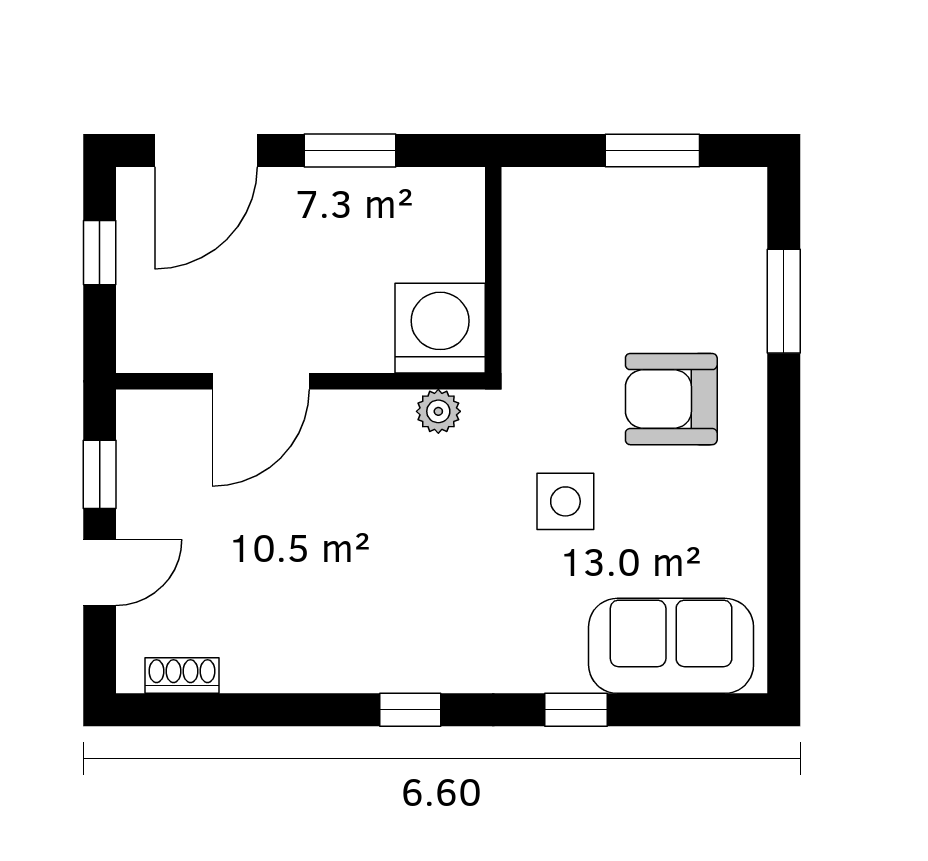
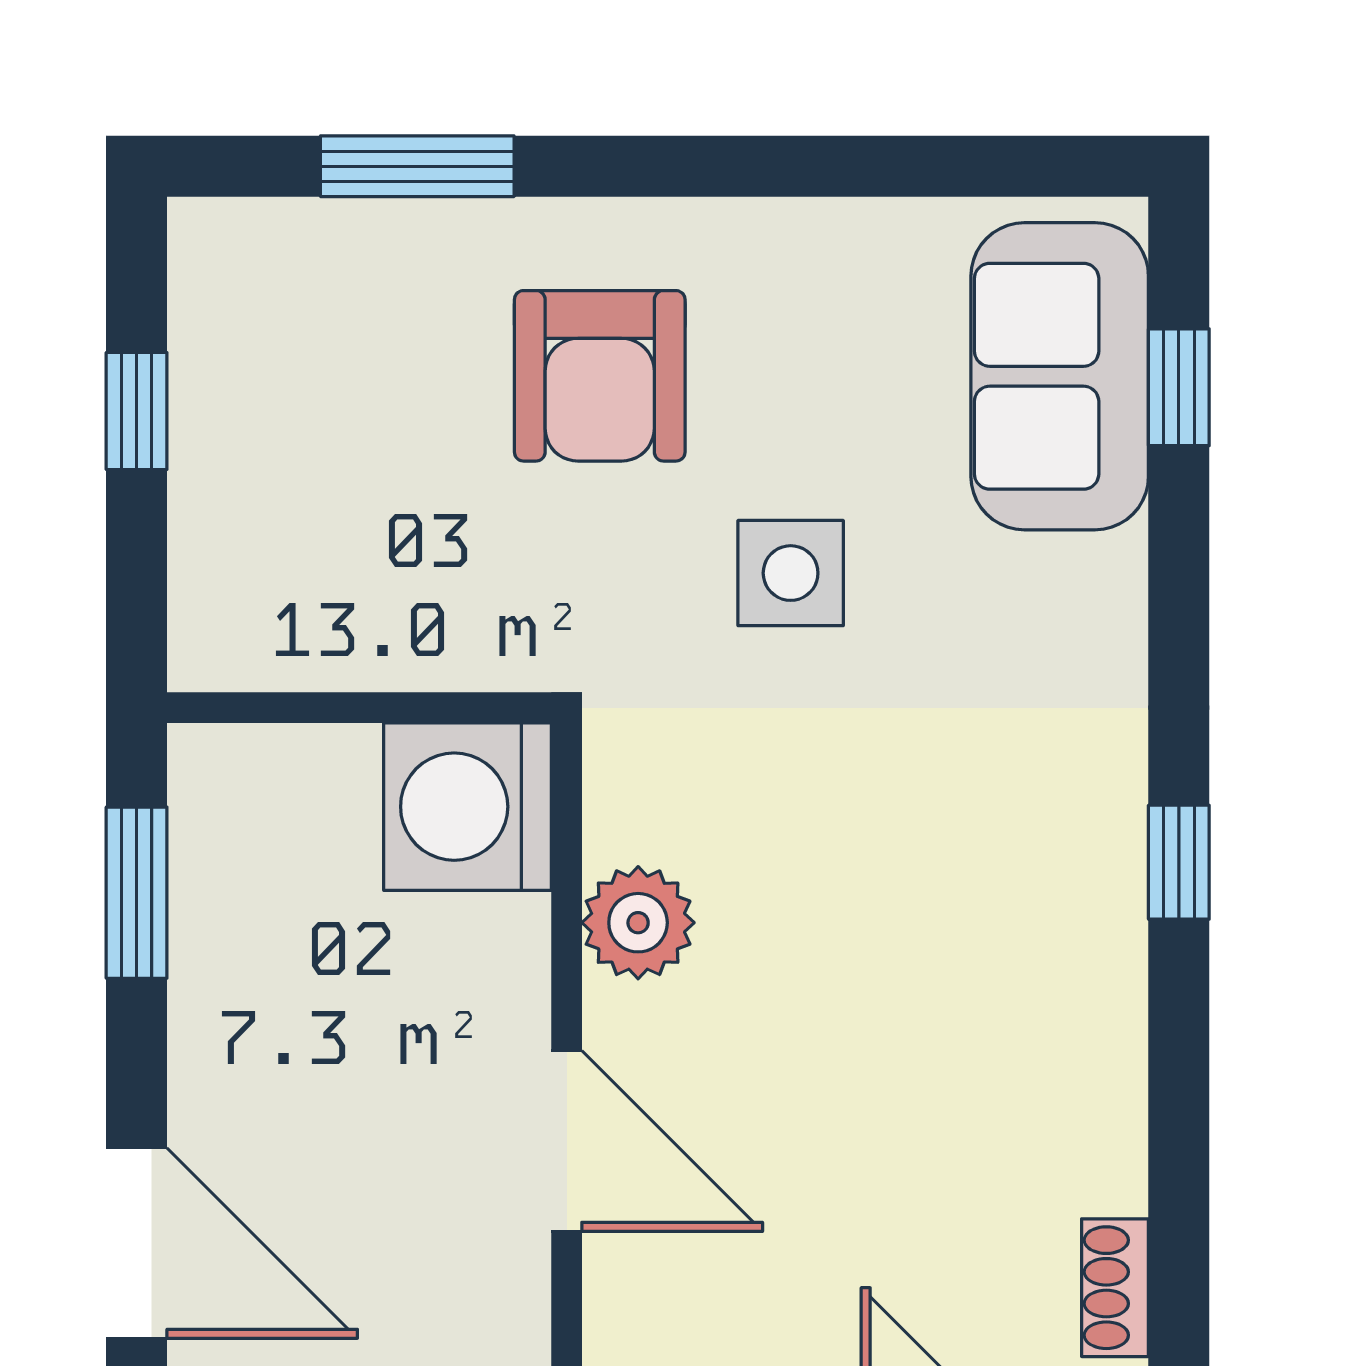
window: (350, 151) -> (137, 893), moved
window: (652, 151) -> (137, 411), width x0.67
plant: (438, 411) -> (638, 923), moved, width x1.38, depth x1.38
window: (576, 710) -> (1179, 387), moved

